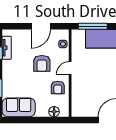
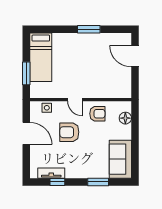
window: (93, 26) -> (26, 73), width x0.69
armchair: (42, 63) -> (69, 132), turned 180

